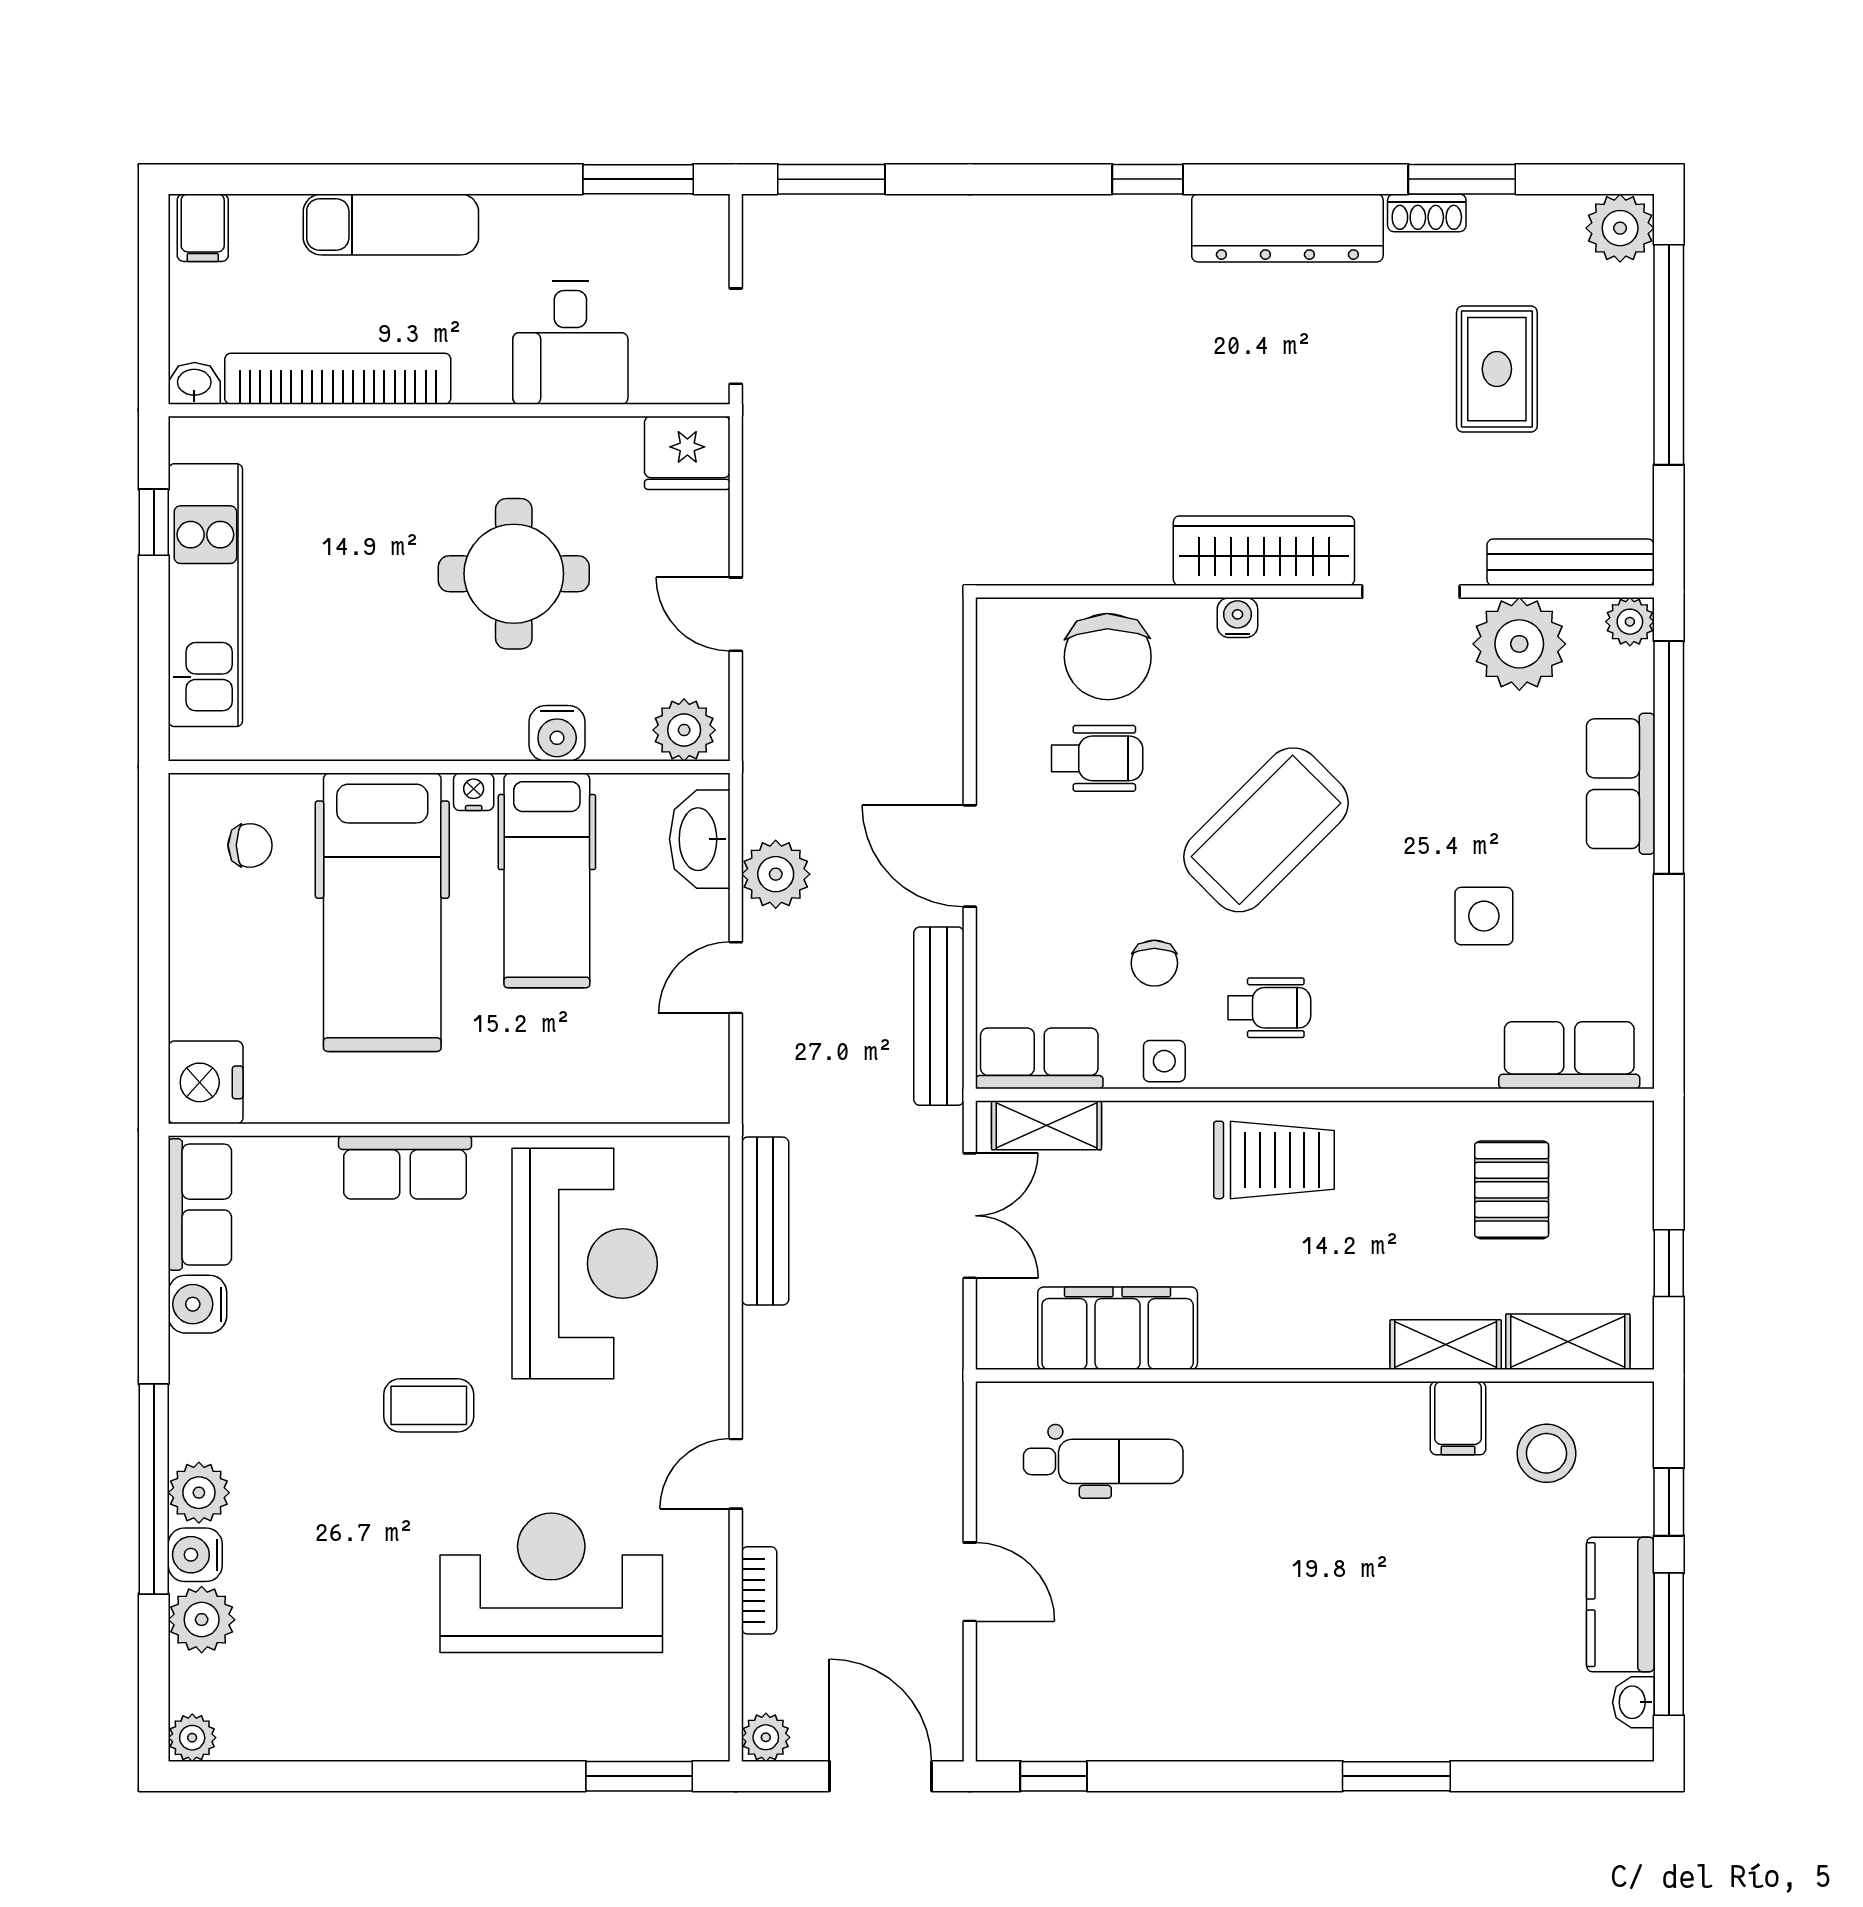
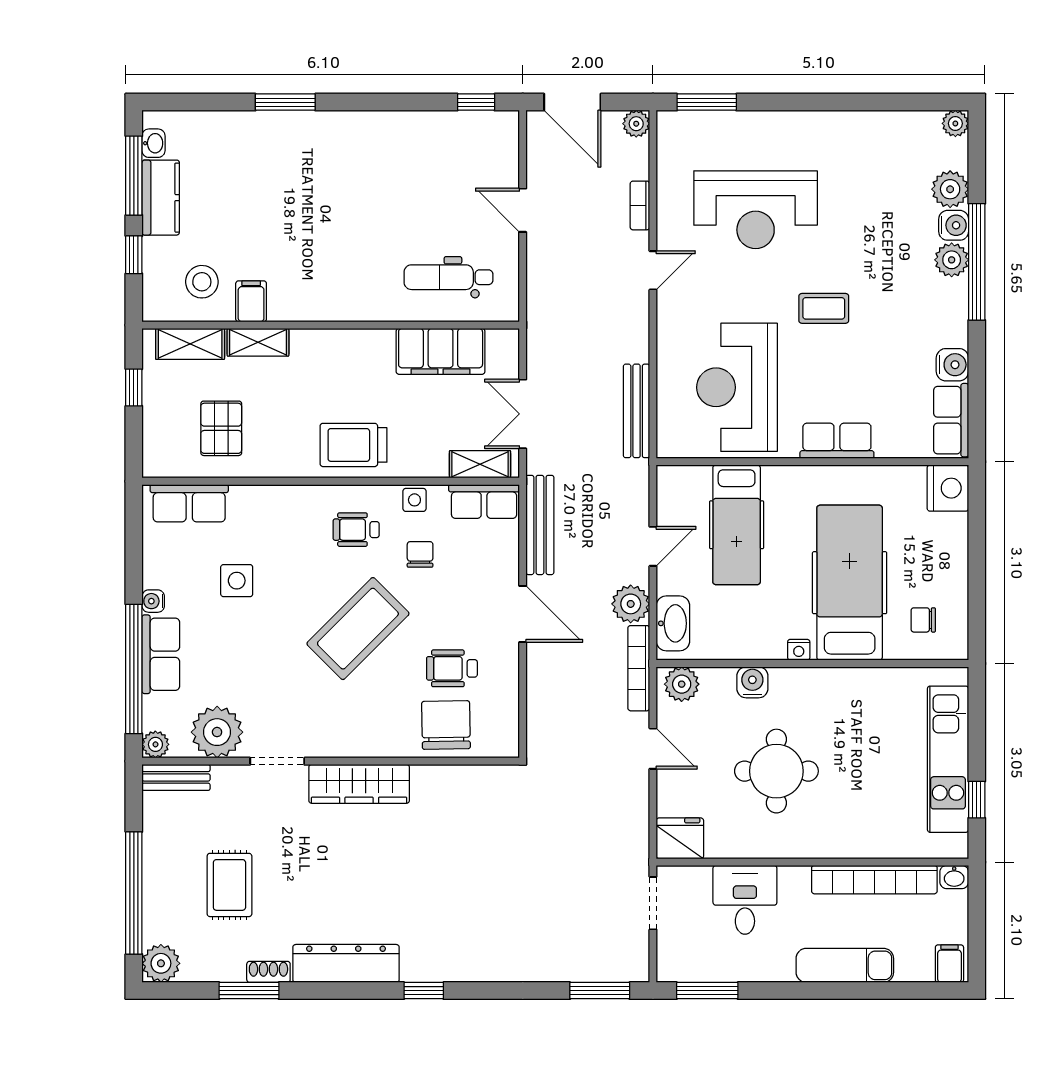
bench: (1571, 562) -> (176, 777), width x0.73
water cooler: (1237, 618) -> (153, 601), moved, turned 90
bookcase: (761, 759) -> (639, 668), added
hospital bed: (547, 880) -> (737, 525), moved, turned 180

